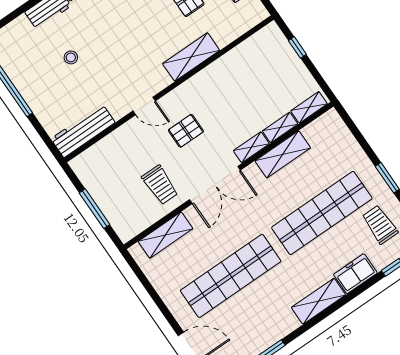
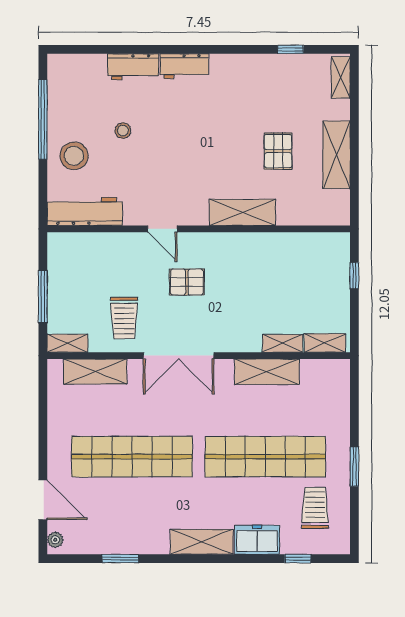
stool: (49, 98) -> (74, 156), added
shelving: (251, 147) -> (67, 343), moved

